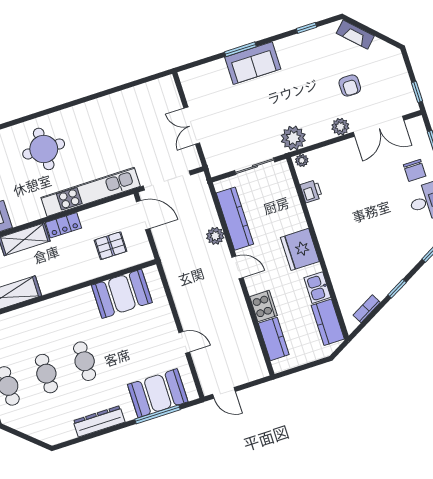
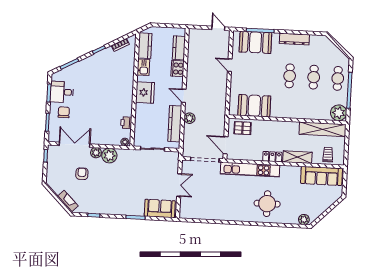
sofa: (253, 63) -> (160, 209), moved
plant: (293, 138) -> (109, 156), moved
pallet: (111, 246) -> (243, 128), moved

